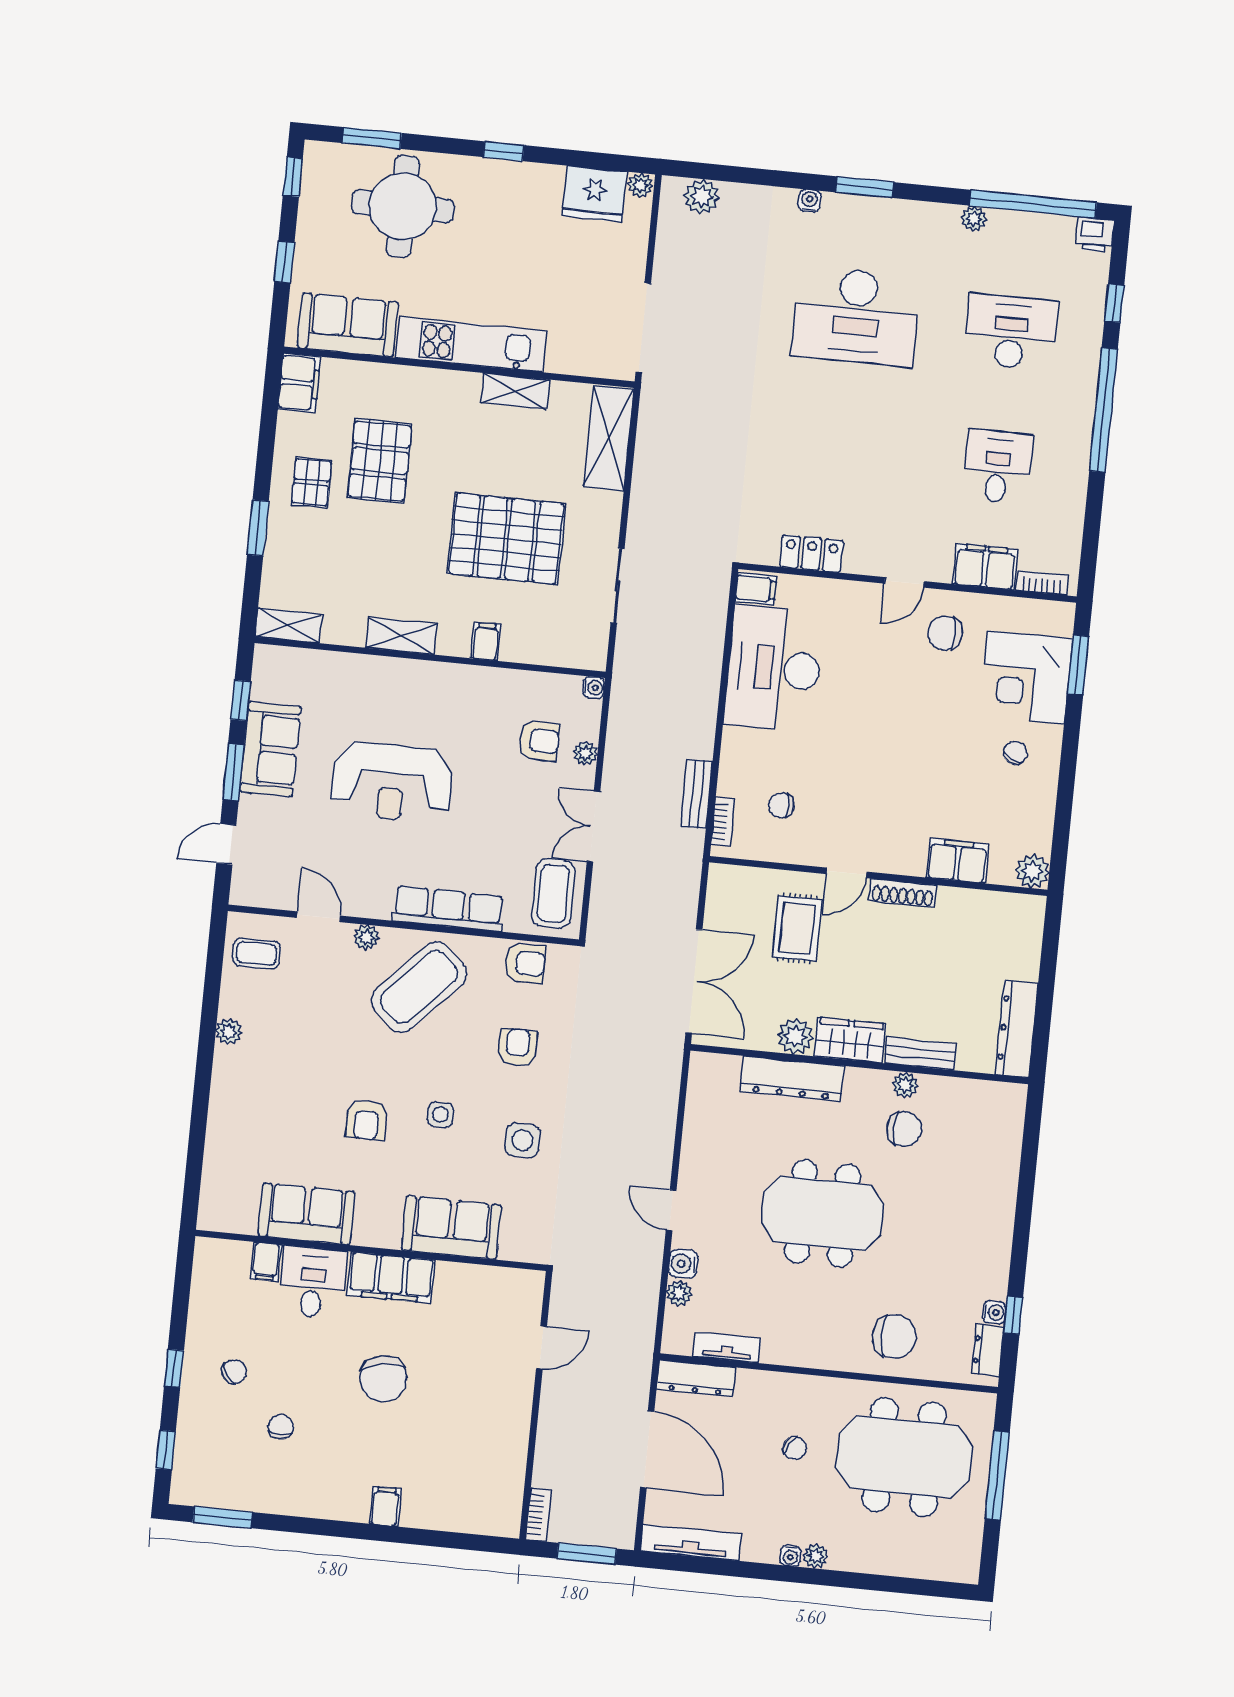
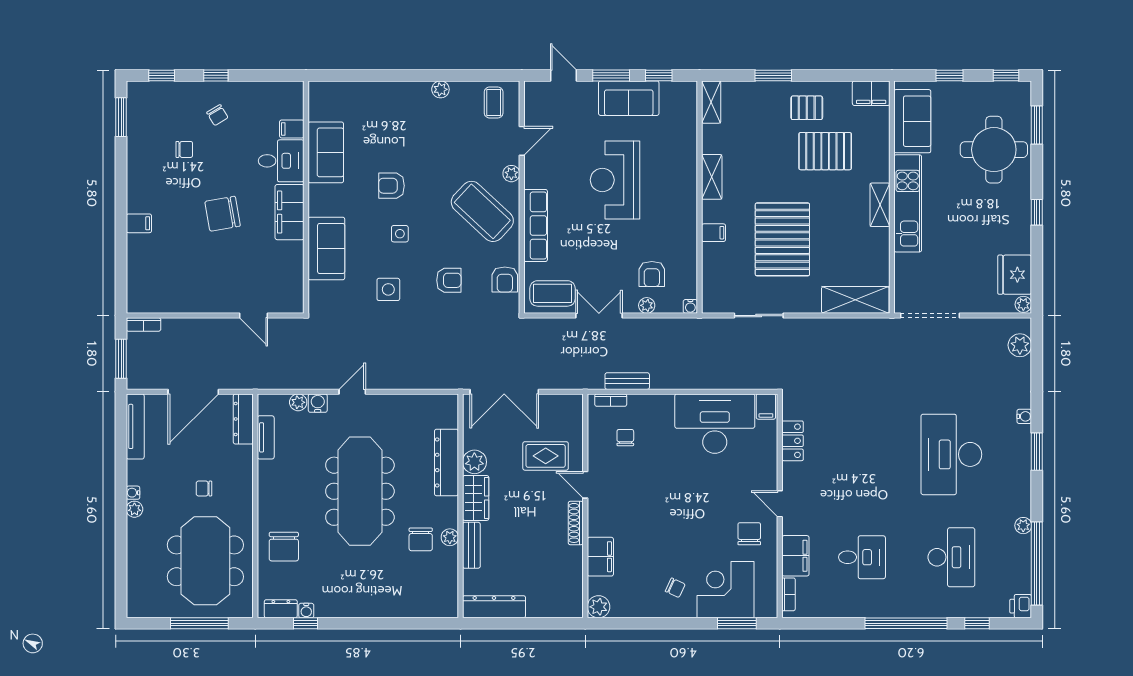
shelving: (515, 391) -> (880, 205), moved
meeting table: (822, 1213) -> (360, 491), width x1.36
chair: (795, 1448) -> (204, 489), turned 60

